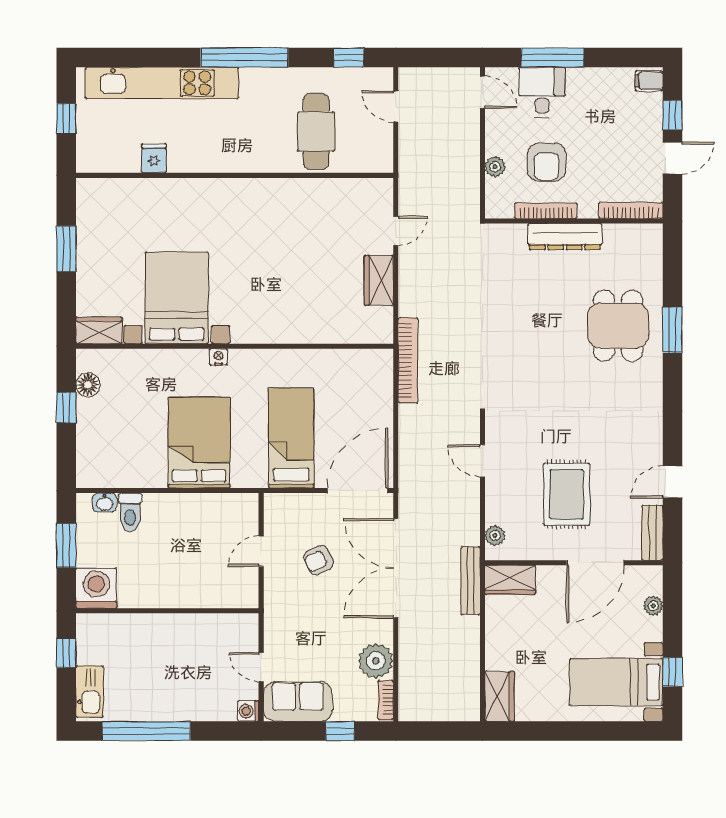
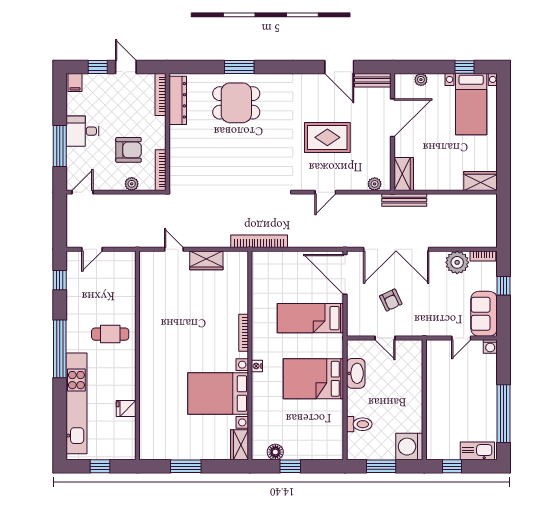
desk: (542, 92) -> (82, 131), moved
cafe table: (316, 131) -> (110, 334), moved, width x0.73, depth x0.74
bookcase: (546, 211) -> (161, 170), moved
dresser: (565, 237) -> (178, 100), moved
bookcase: (269, 337) -> (244, 333), added
door: (672, 482) -> (339, 67), width x1.38
rug: (567, 494) -> (327, 137), moved
washbasin: (105, 503) -> (356, 373), moved, width x1.91, depth x1.45
door: (595, 563) -> (393, 118), hinge flipped

